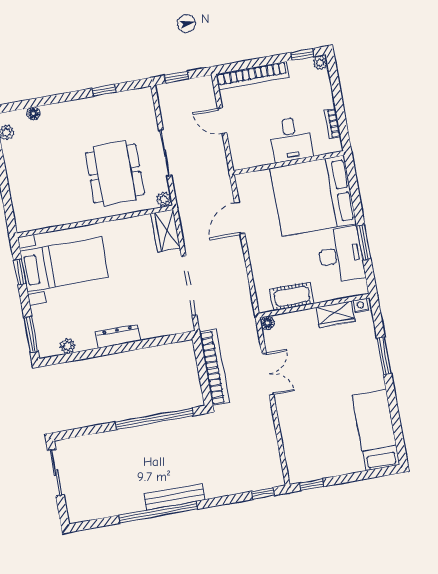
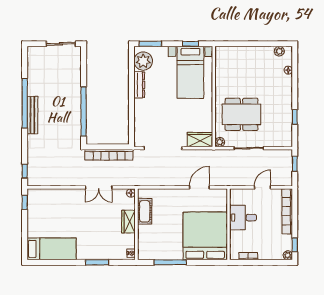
desk: (291, 139) -> (243, 218), moved
door: (240, 218) -> (199, 187), hinge flipped
window: (364, 243) -> (170, 262), width x1.44
desk: (341, 255) -> (165, 246), removed
wardrobe: (335, 314) -> (129, 222), moved
dresser: (118, 336) -> (139, 85), moved
plant: (68, 346) -> (143, 61), width x1.88, depth x1.88

